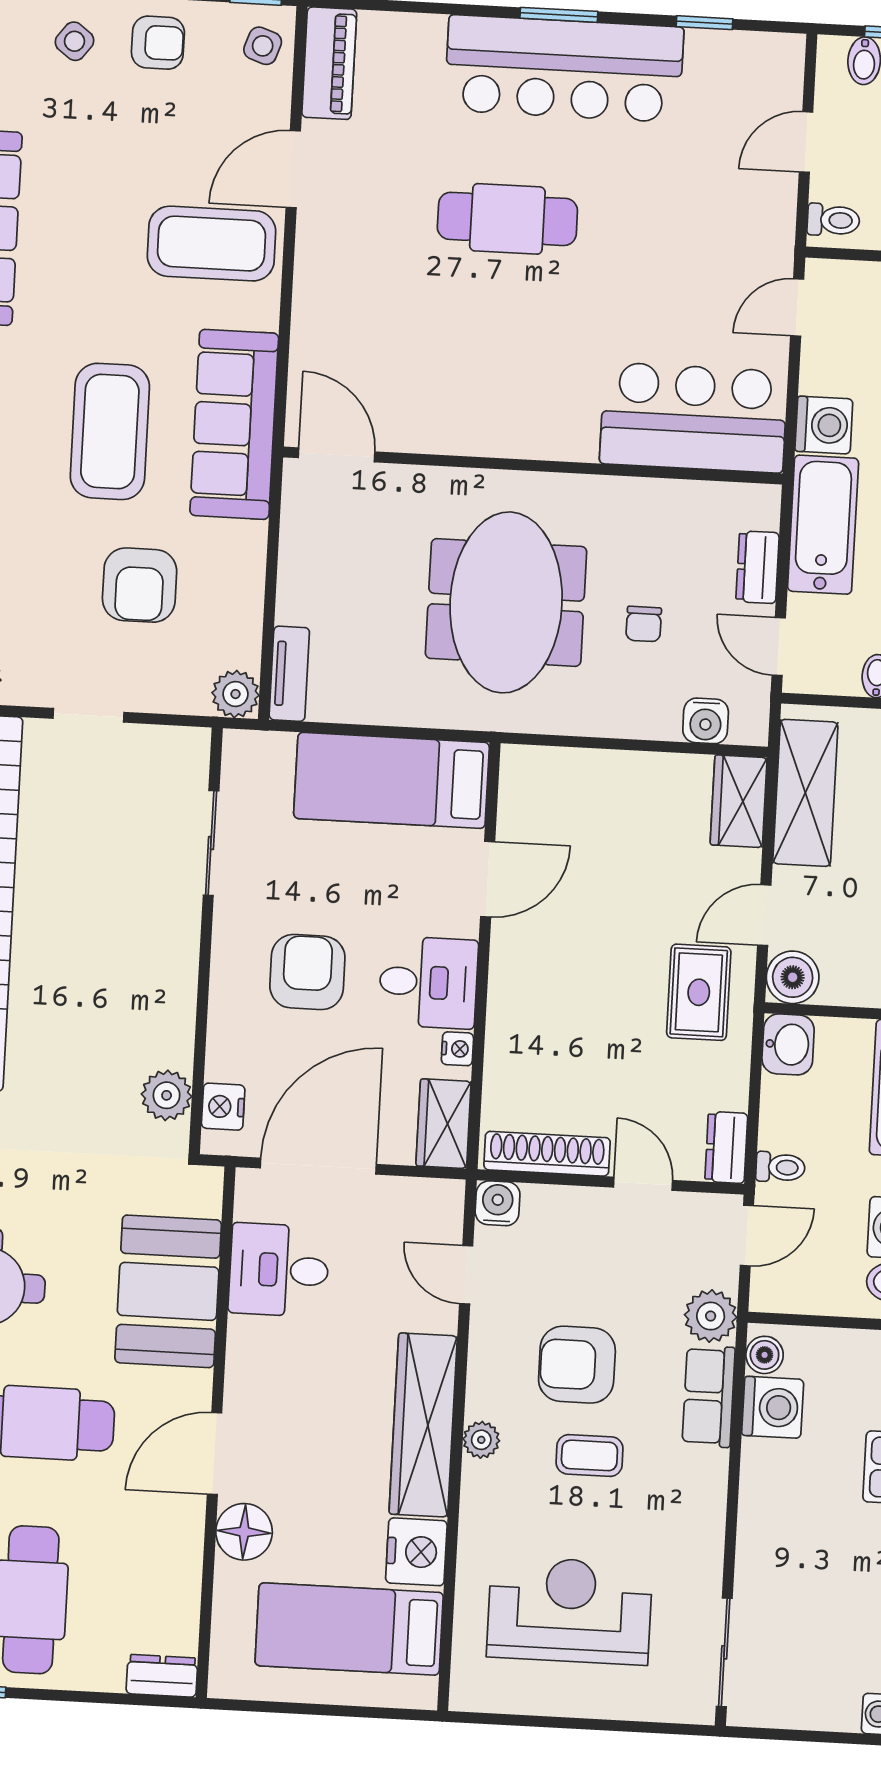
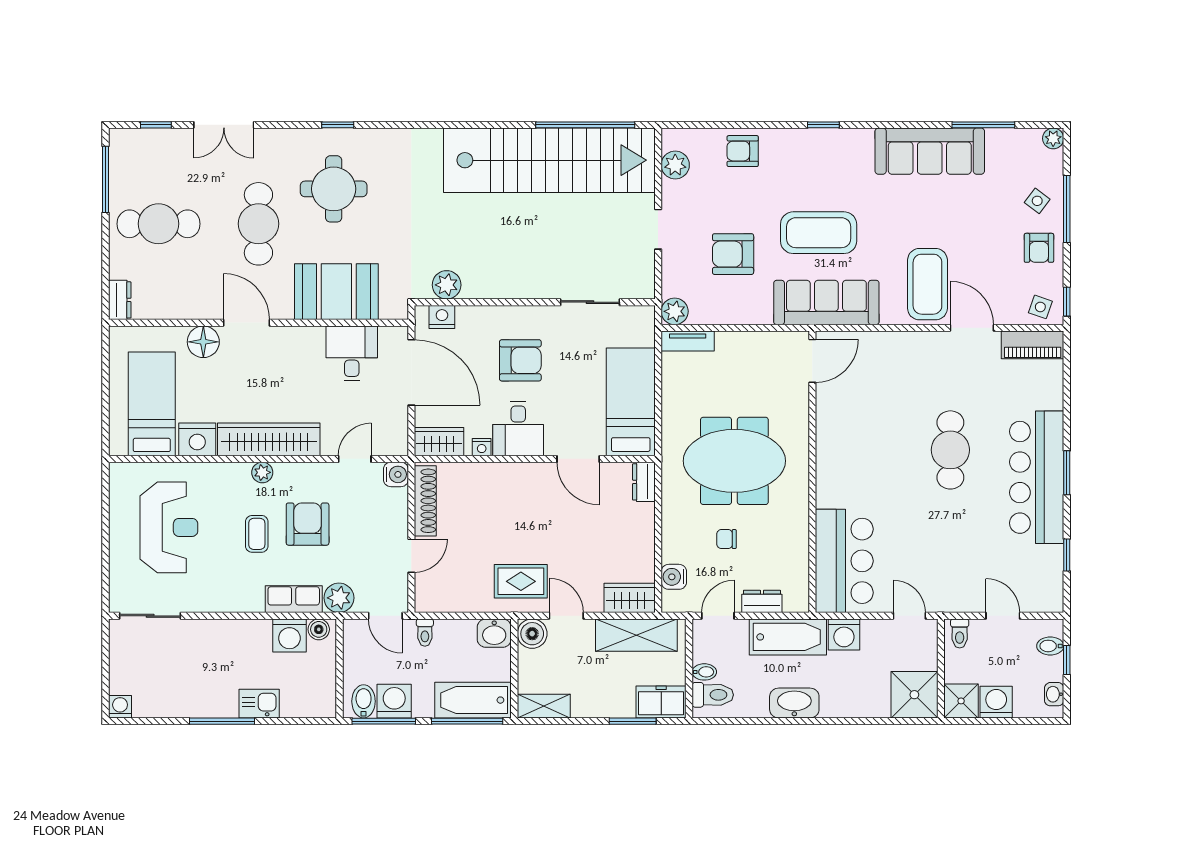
dresser: (726, 1147) -> (644, 482), moved, turned -90

